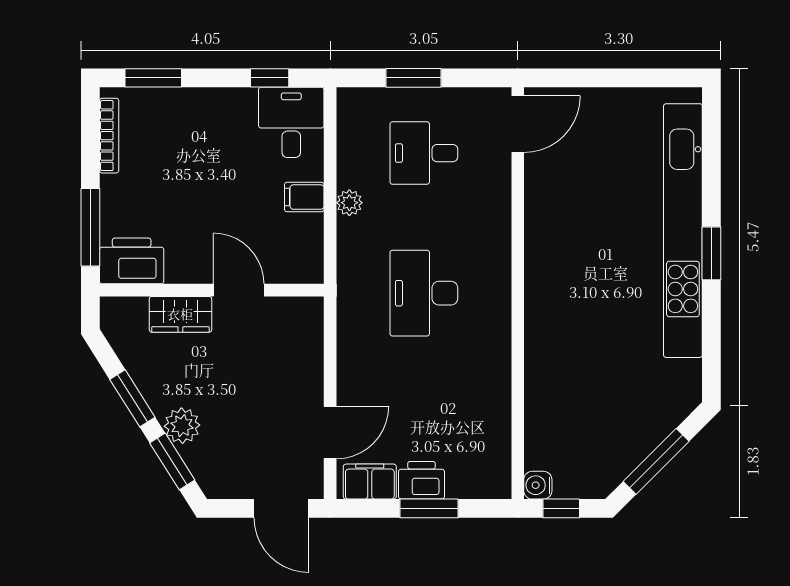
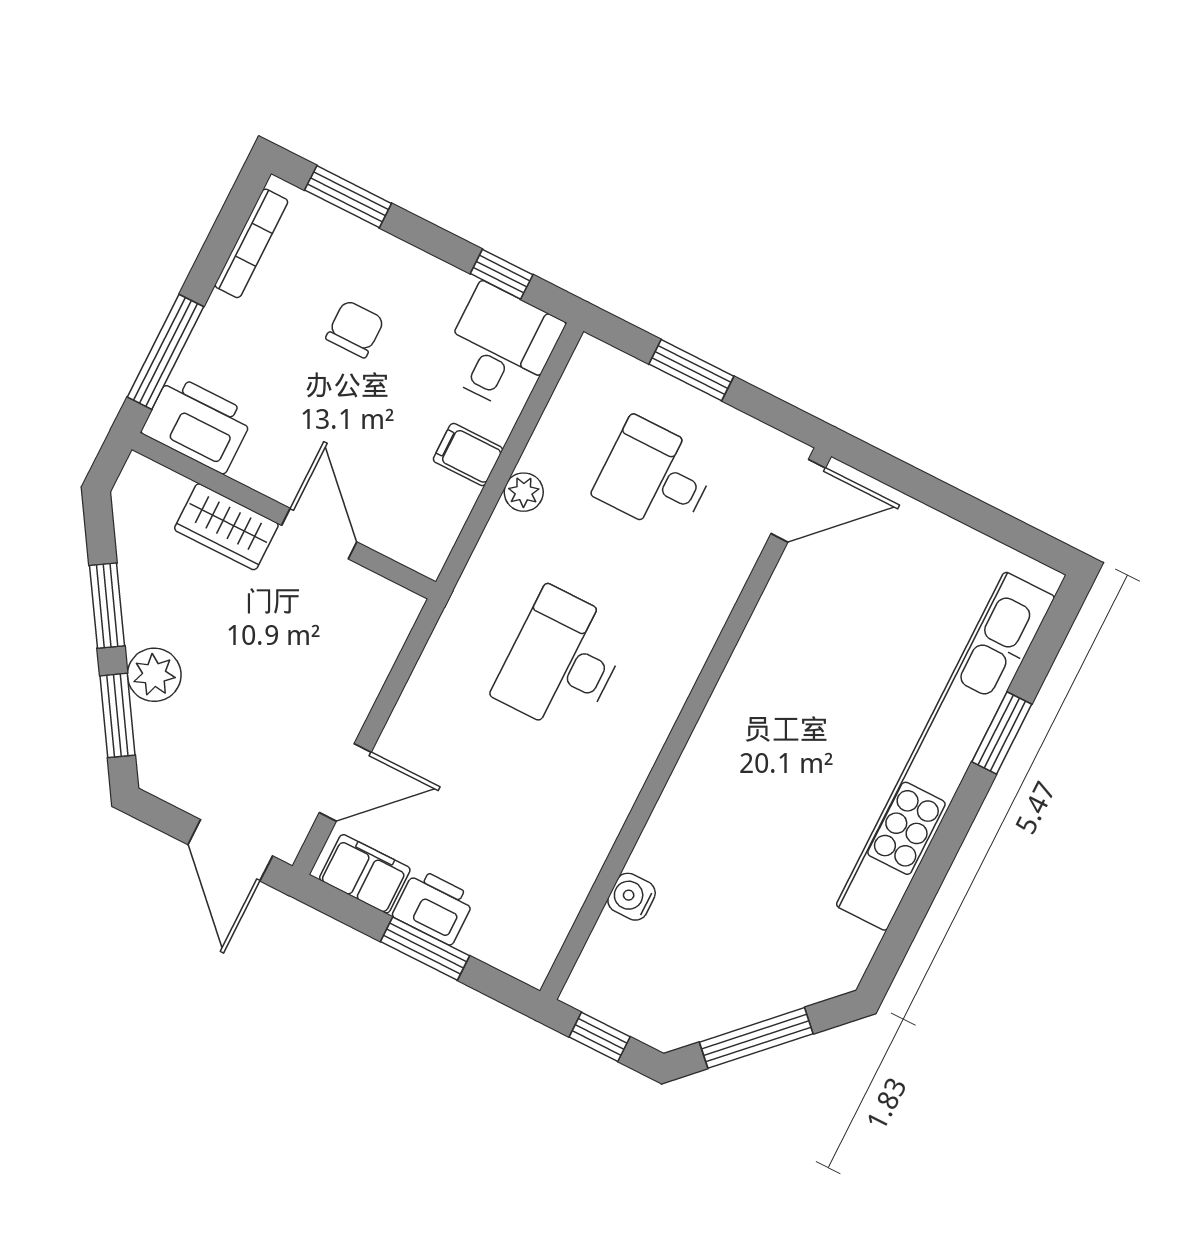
chair: (198, 156) -> (355, 329), added
window: (711, 253) -> (1002, 733), moved
water cooler: (538, 485) -> (632, 897), moved

